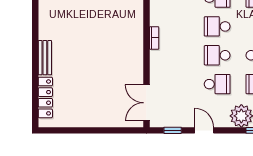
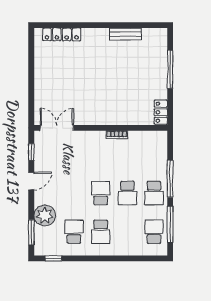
school desk: (217, 26) -> (127, 193), turned 180
bench: (45, 58) -> (125, 34), moved
school desk: (217, 84) -> (74, 193), removed

